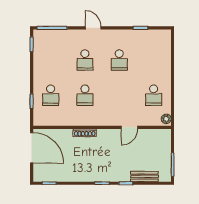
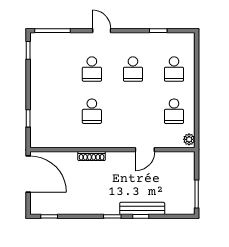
school desk: (51, 95) -> (174, 69), moved
bench: (144, 177) -> (142, 208), moved, width x1.36

